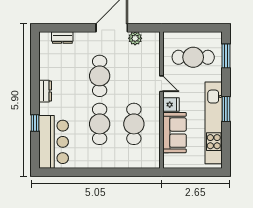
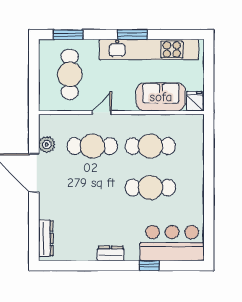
dresser: (62, 37) -> (46, 238), width x1.44
cafe table: (100, 76) -> (92, 146), moved
fridge: (171, 105) -> (195, 101), moved

